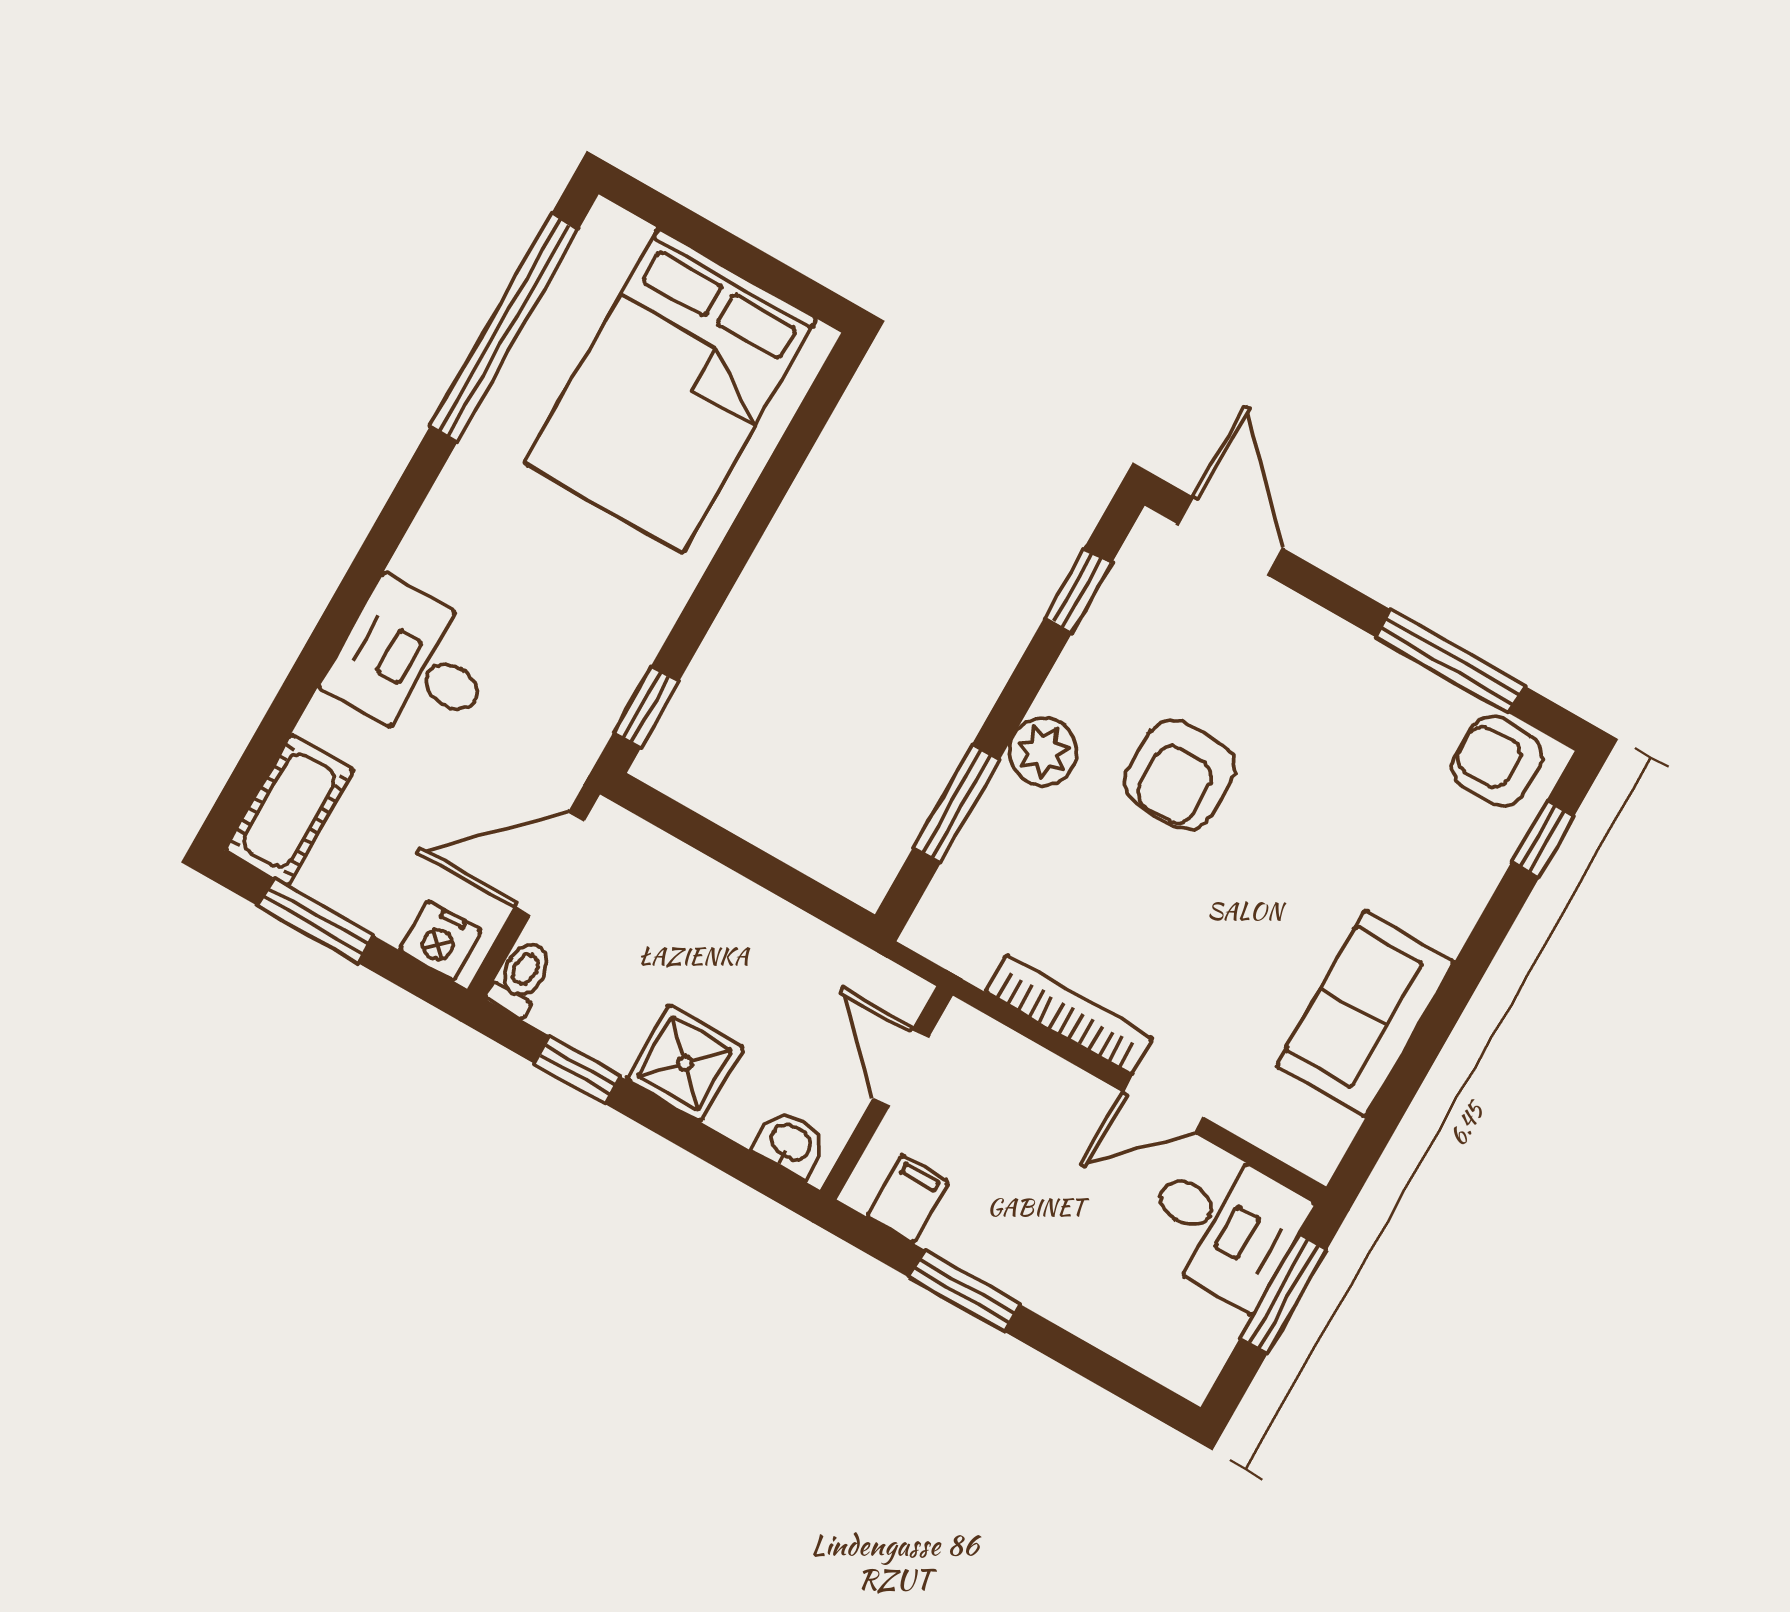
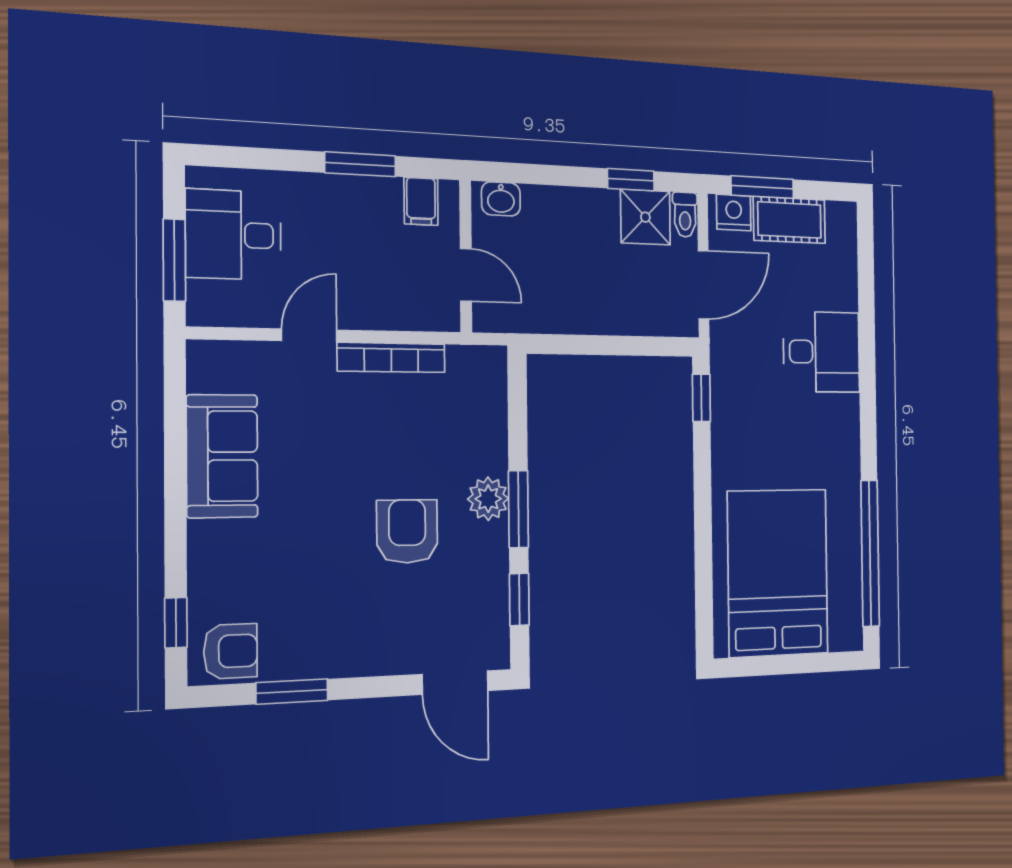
window: (1450, 661) -> (292, 691), width x0.69
window: (957, 803) -> (518, 509), moved
cot: (289, 810) -> (789, 220), moved, turned 90
window: (315, 920) -> (762, 187), moved
shower: (685, 1063) -> (645, 217), moved
desk: (1224, 1225) -> (233, 235), moved

